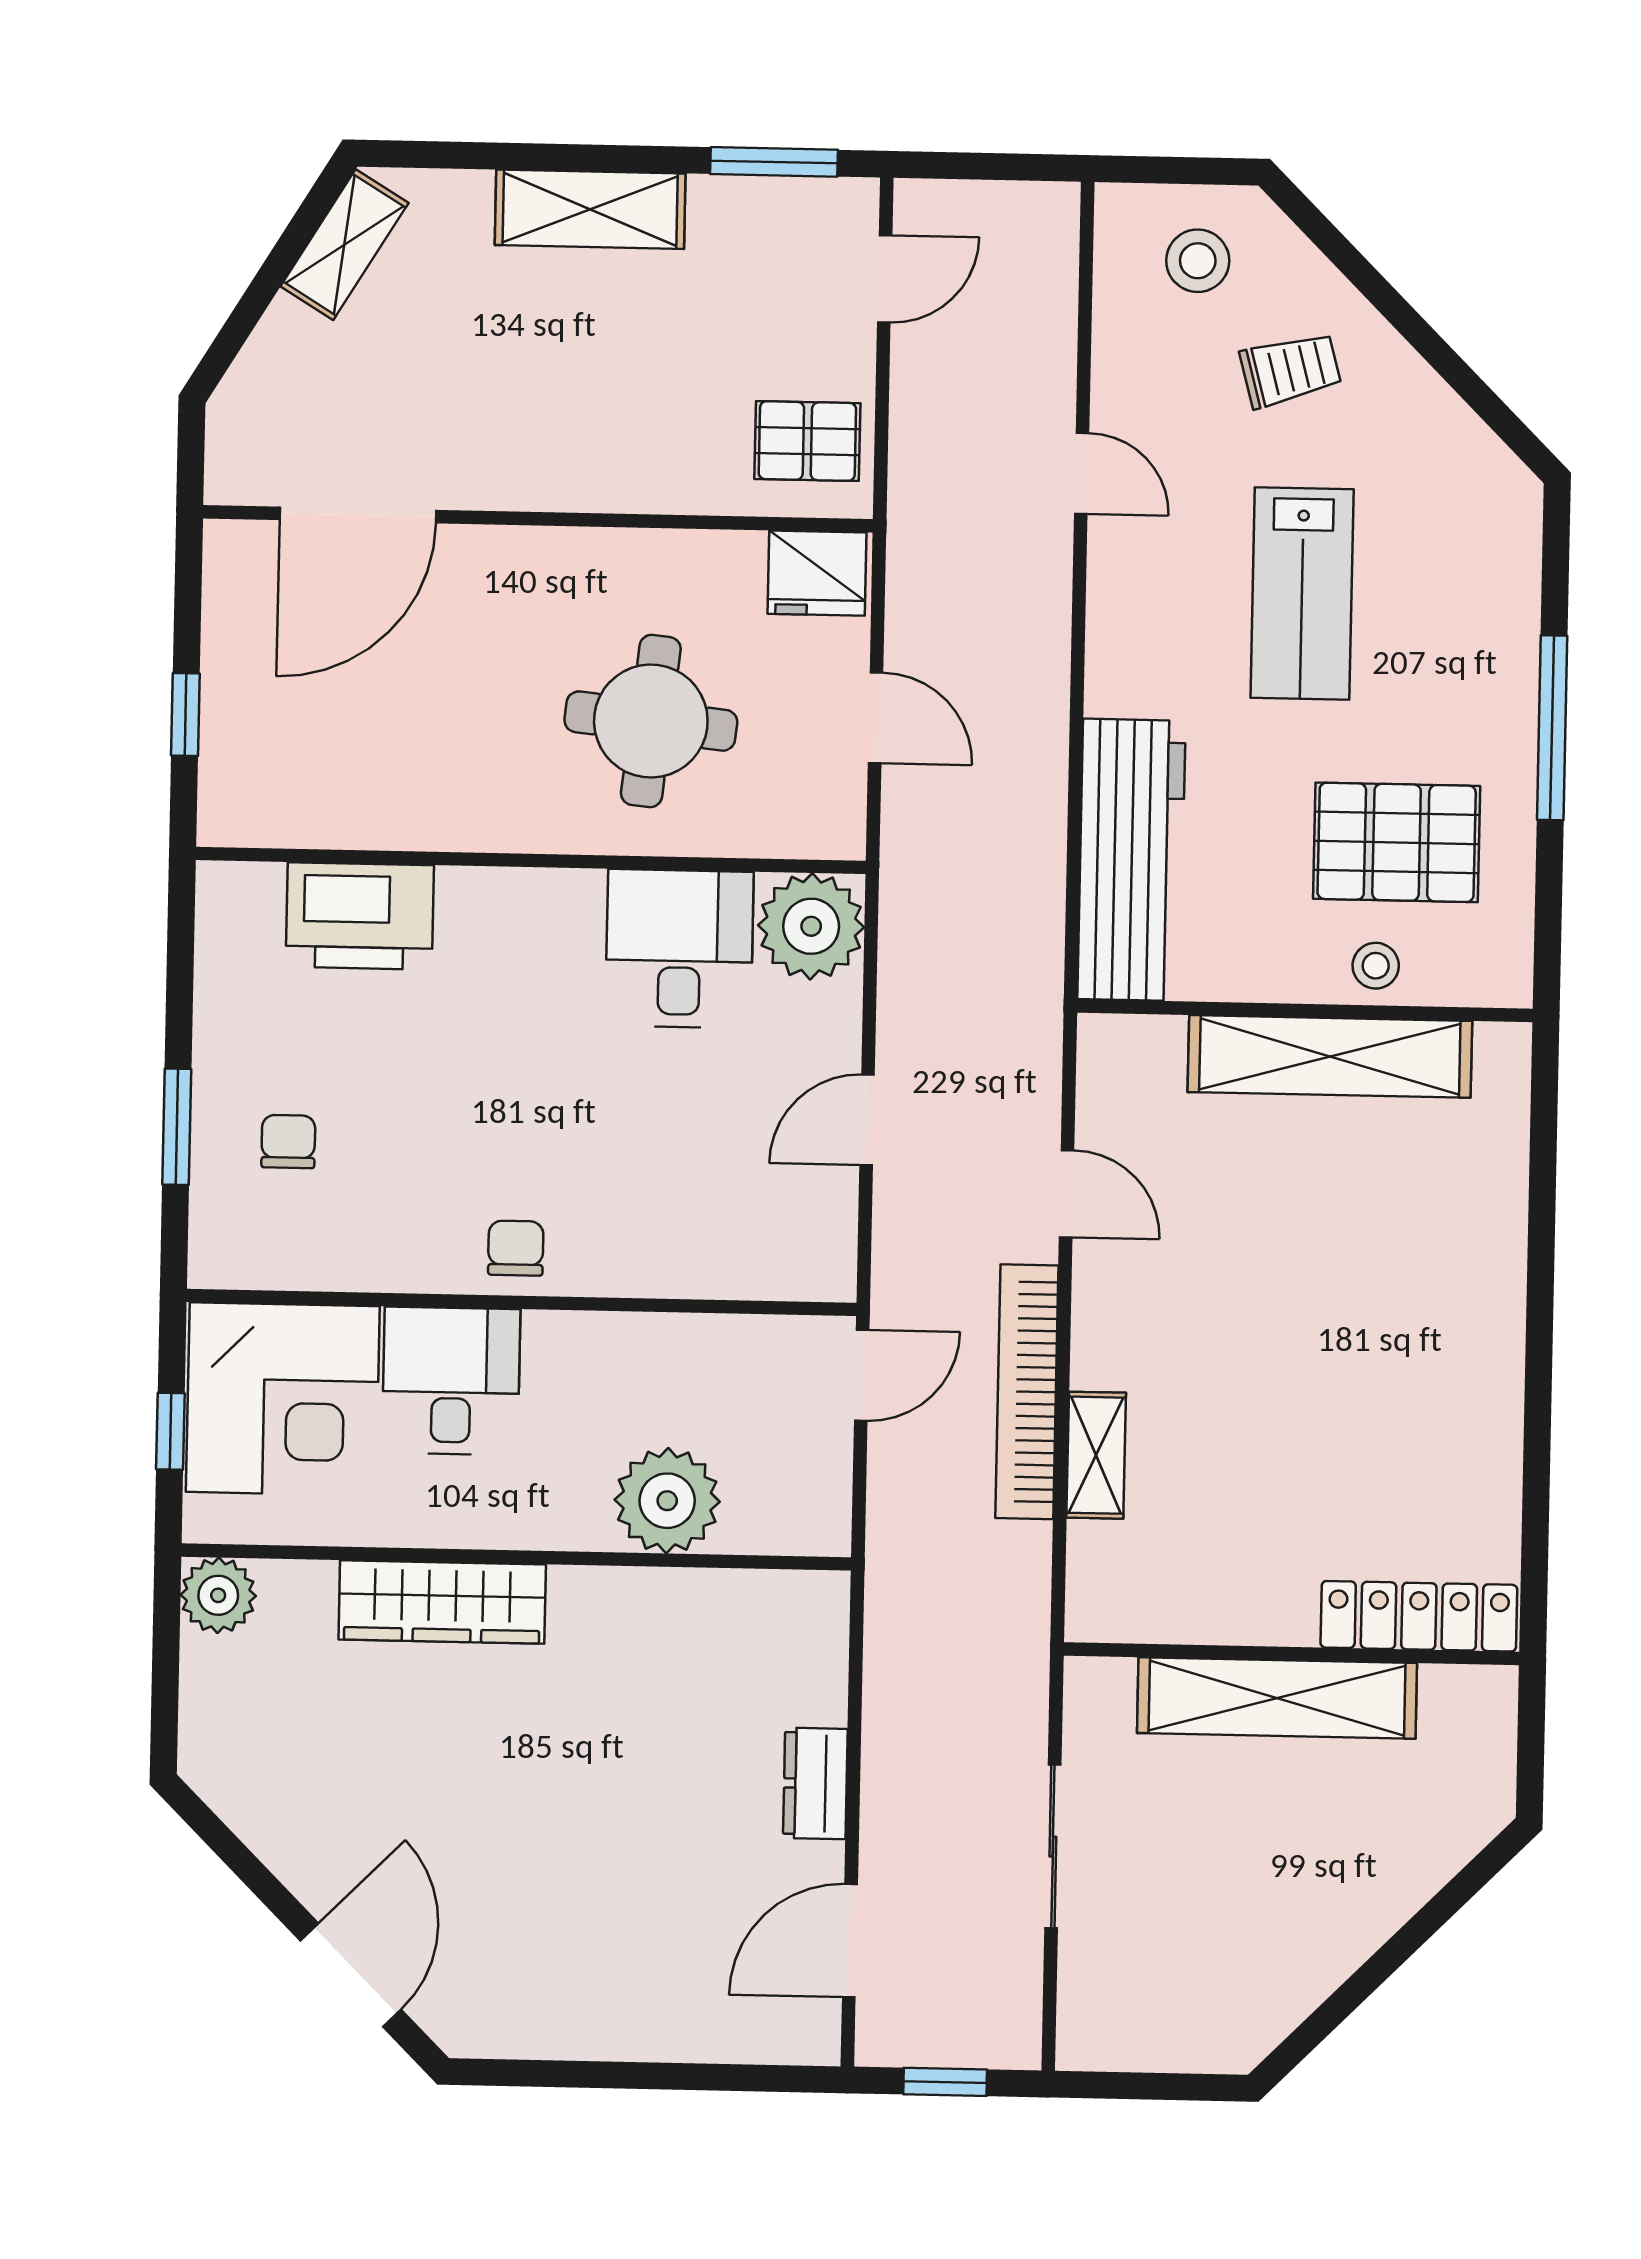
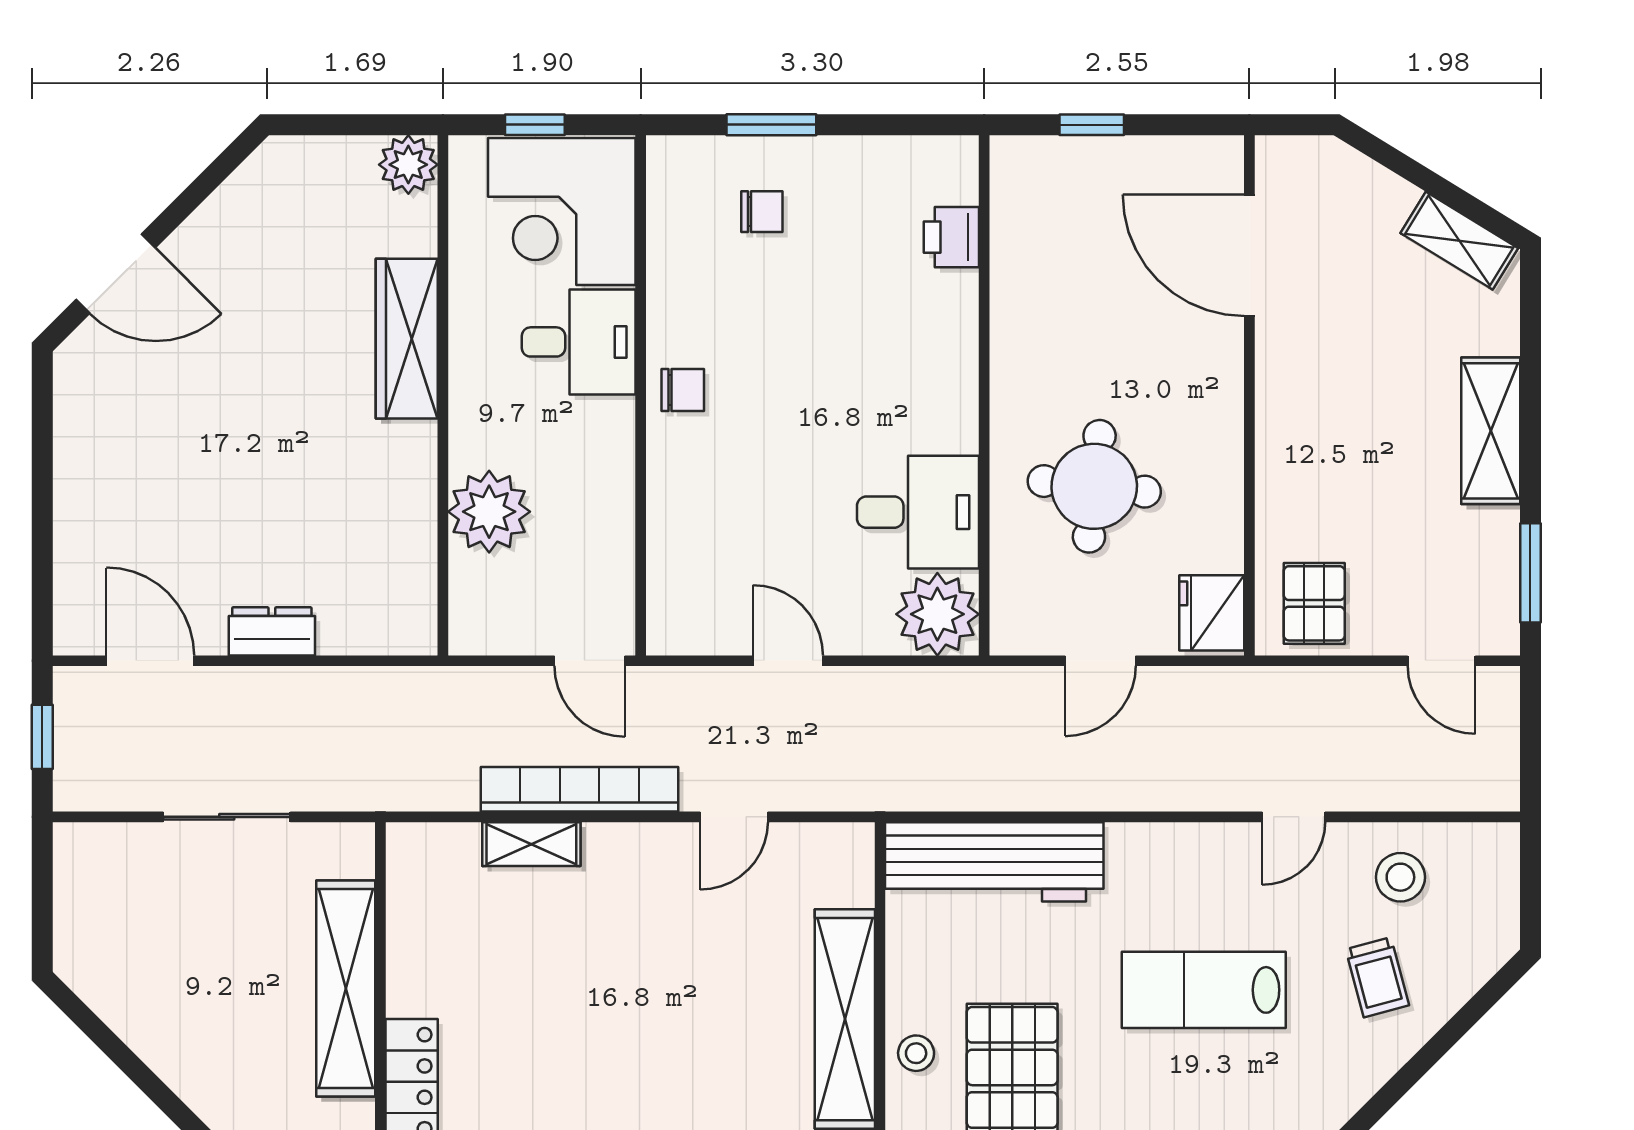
stool: (1198, 261) -> (1400, 877), moved
printer: (360, 916) -> (951, 237), width x0.53, depth x0.68

